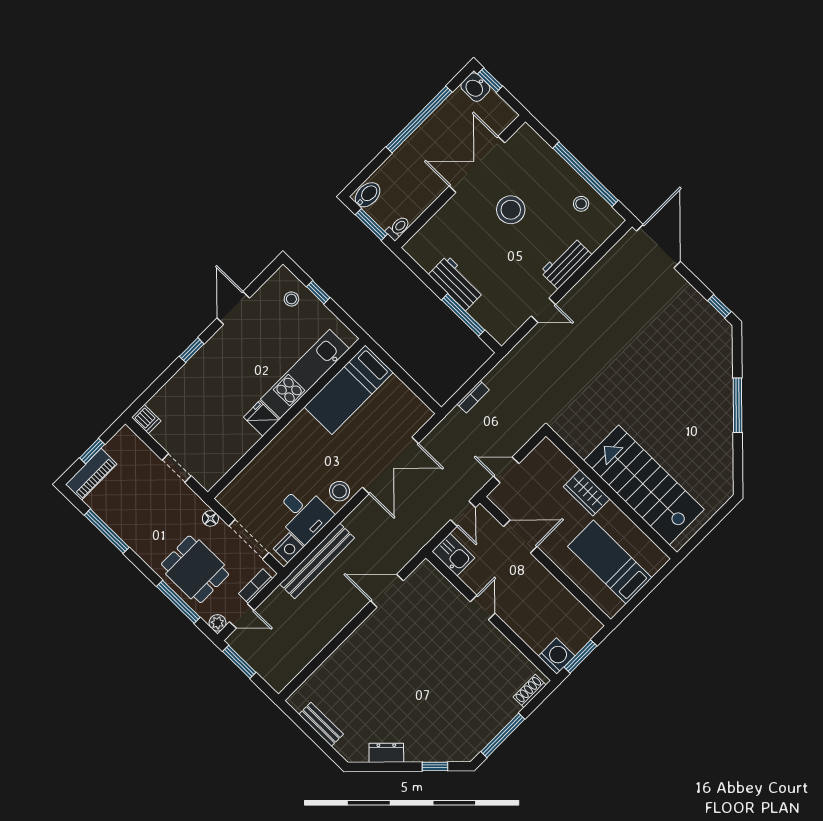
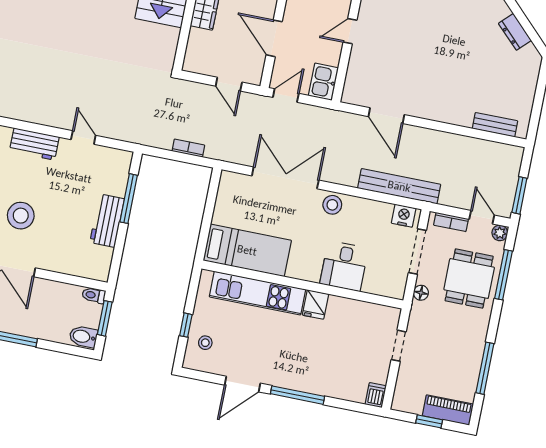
window: (192, 350) -> (298, 395), width x2.17
desk: (304, 514) -> (344, 266), moved, turned 180
bench: (321, 724) -> (495, 125), moved, turned 90

